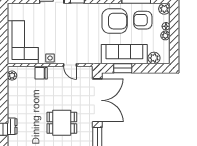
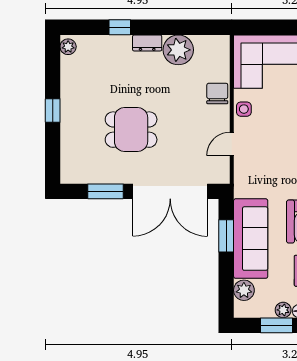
window: (174, 39) -> (276, 325), added
plant: (12, 76) -> (178, 50), moved, width x1.88, depth x1.88
dining table: (62, 123) -> (131, 130), turned 90
dresser: (12, 126) -> (147, 43), moved

